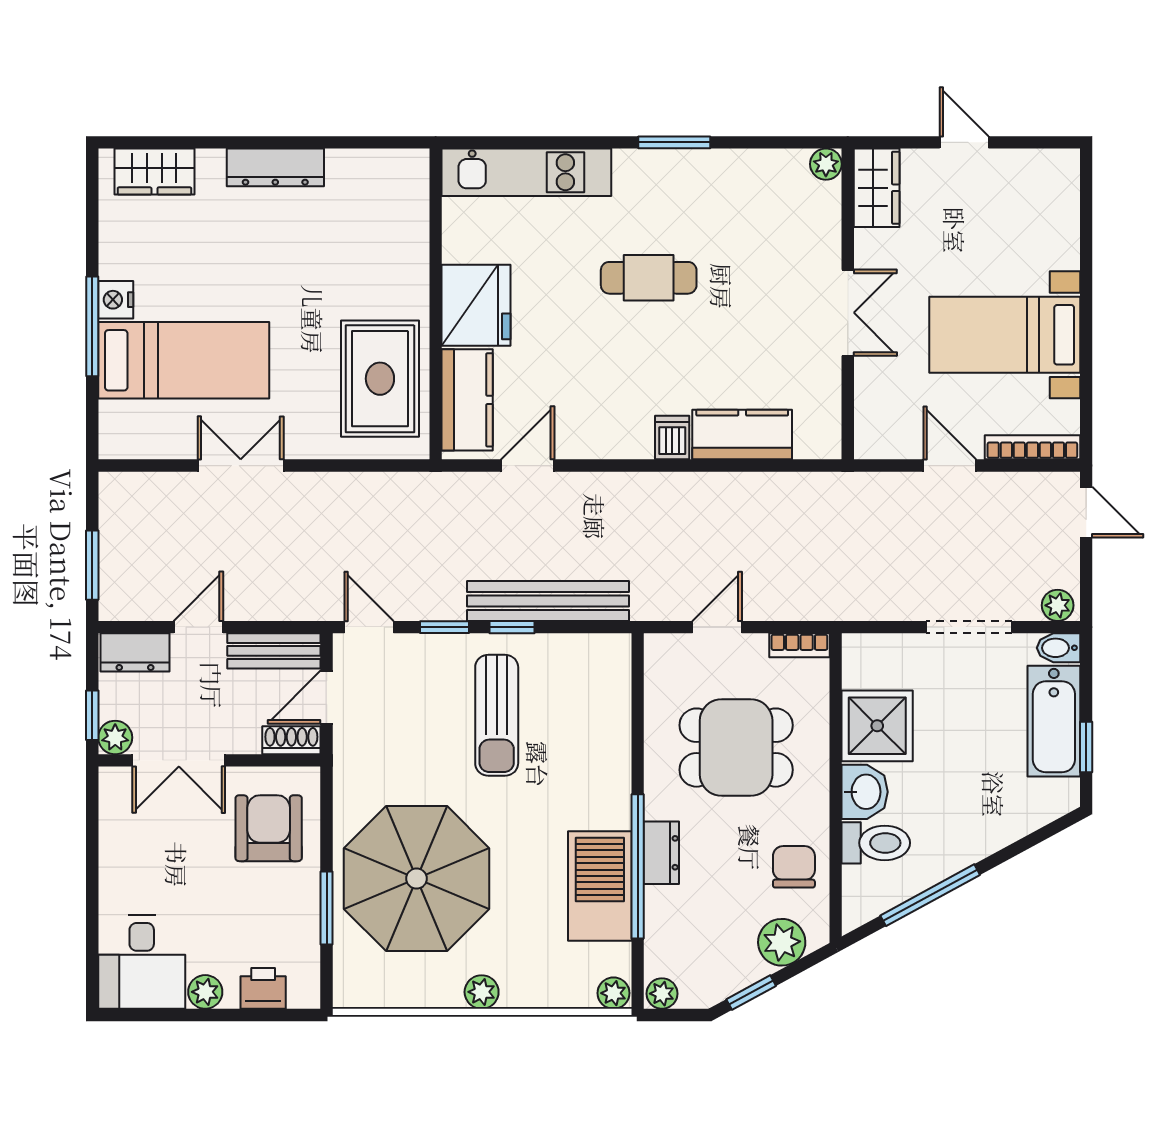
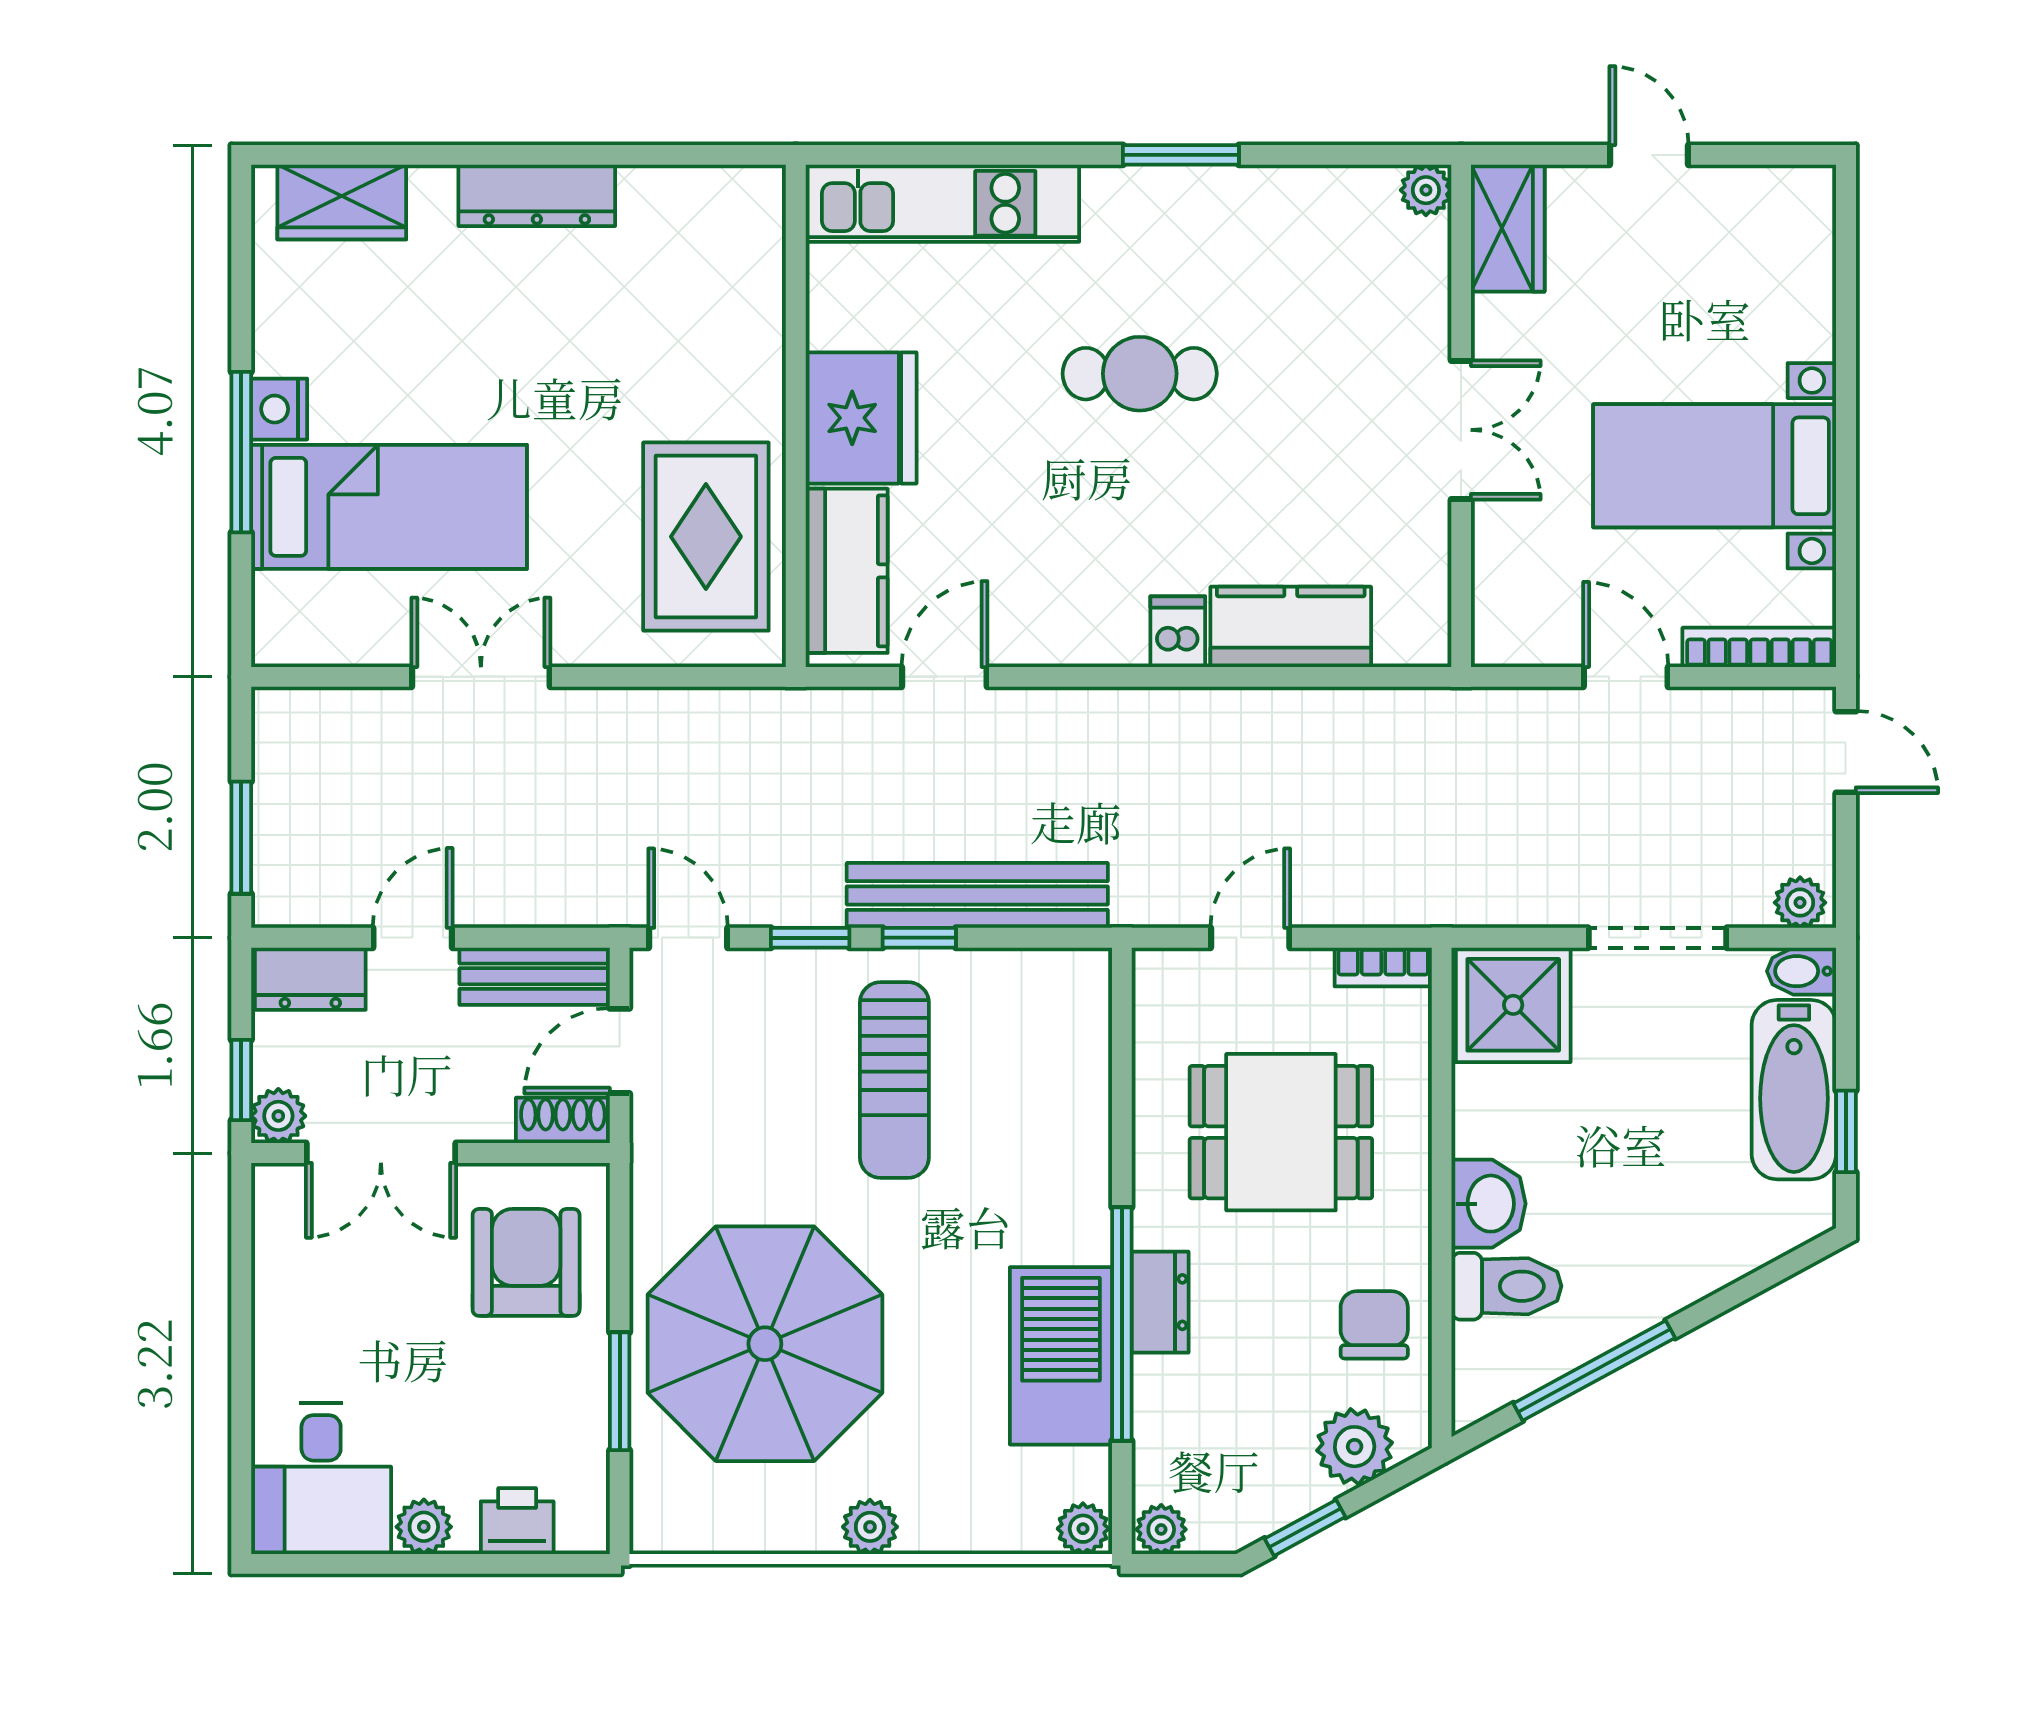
shower: (877, 726) -> (1513, 1005), moved

